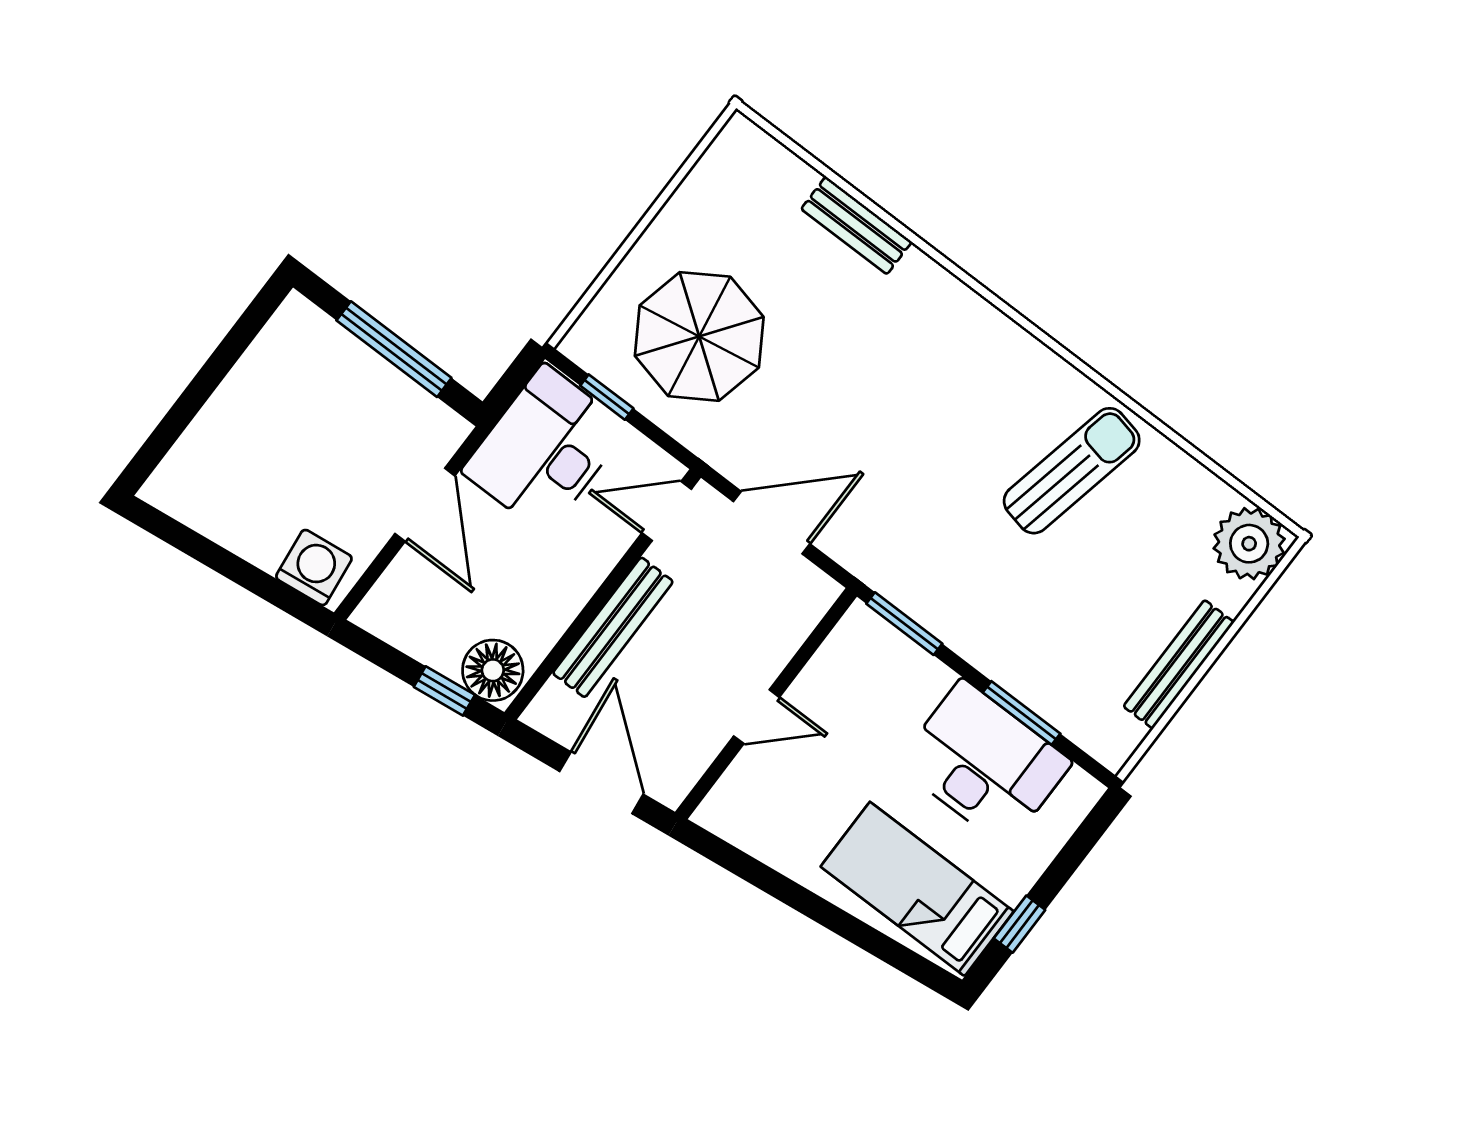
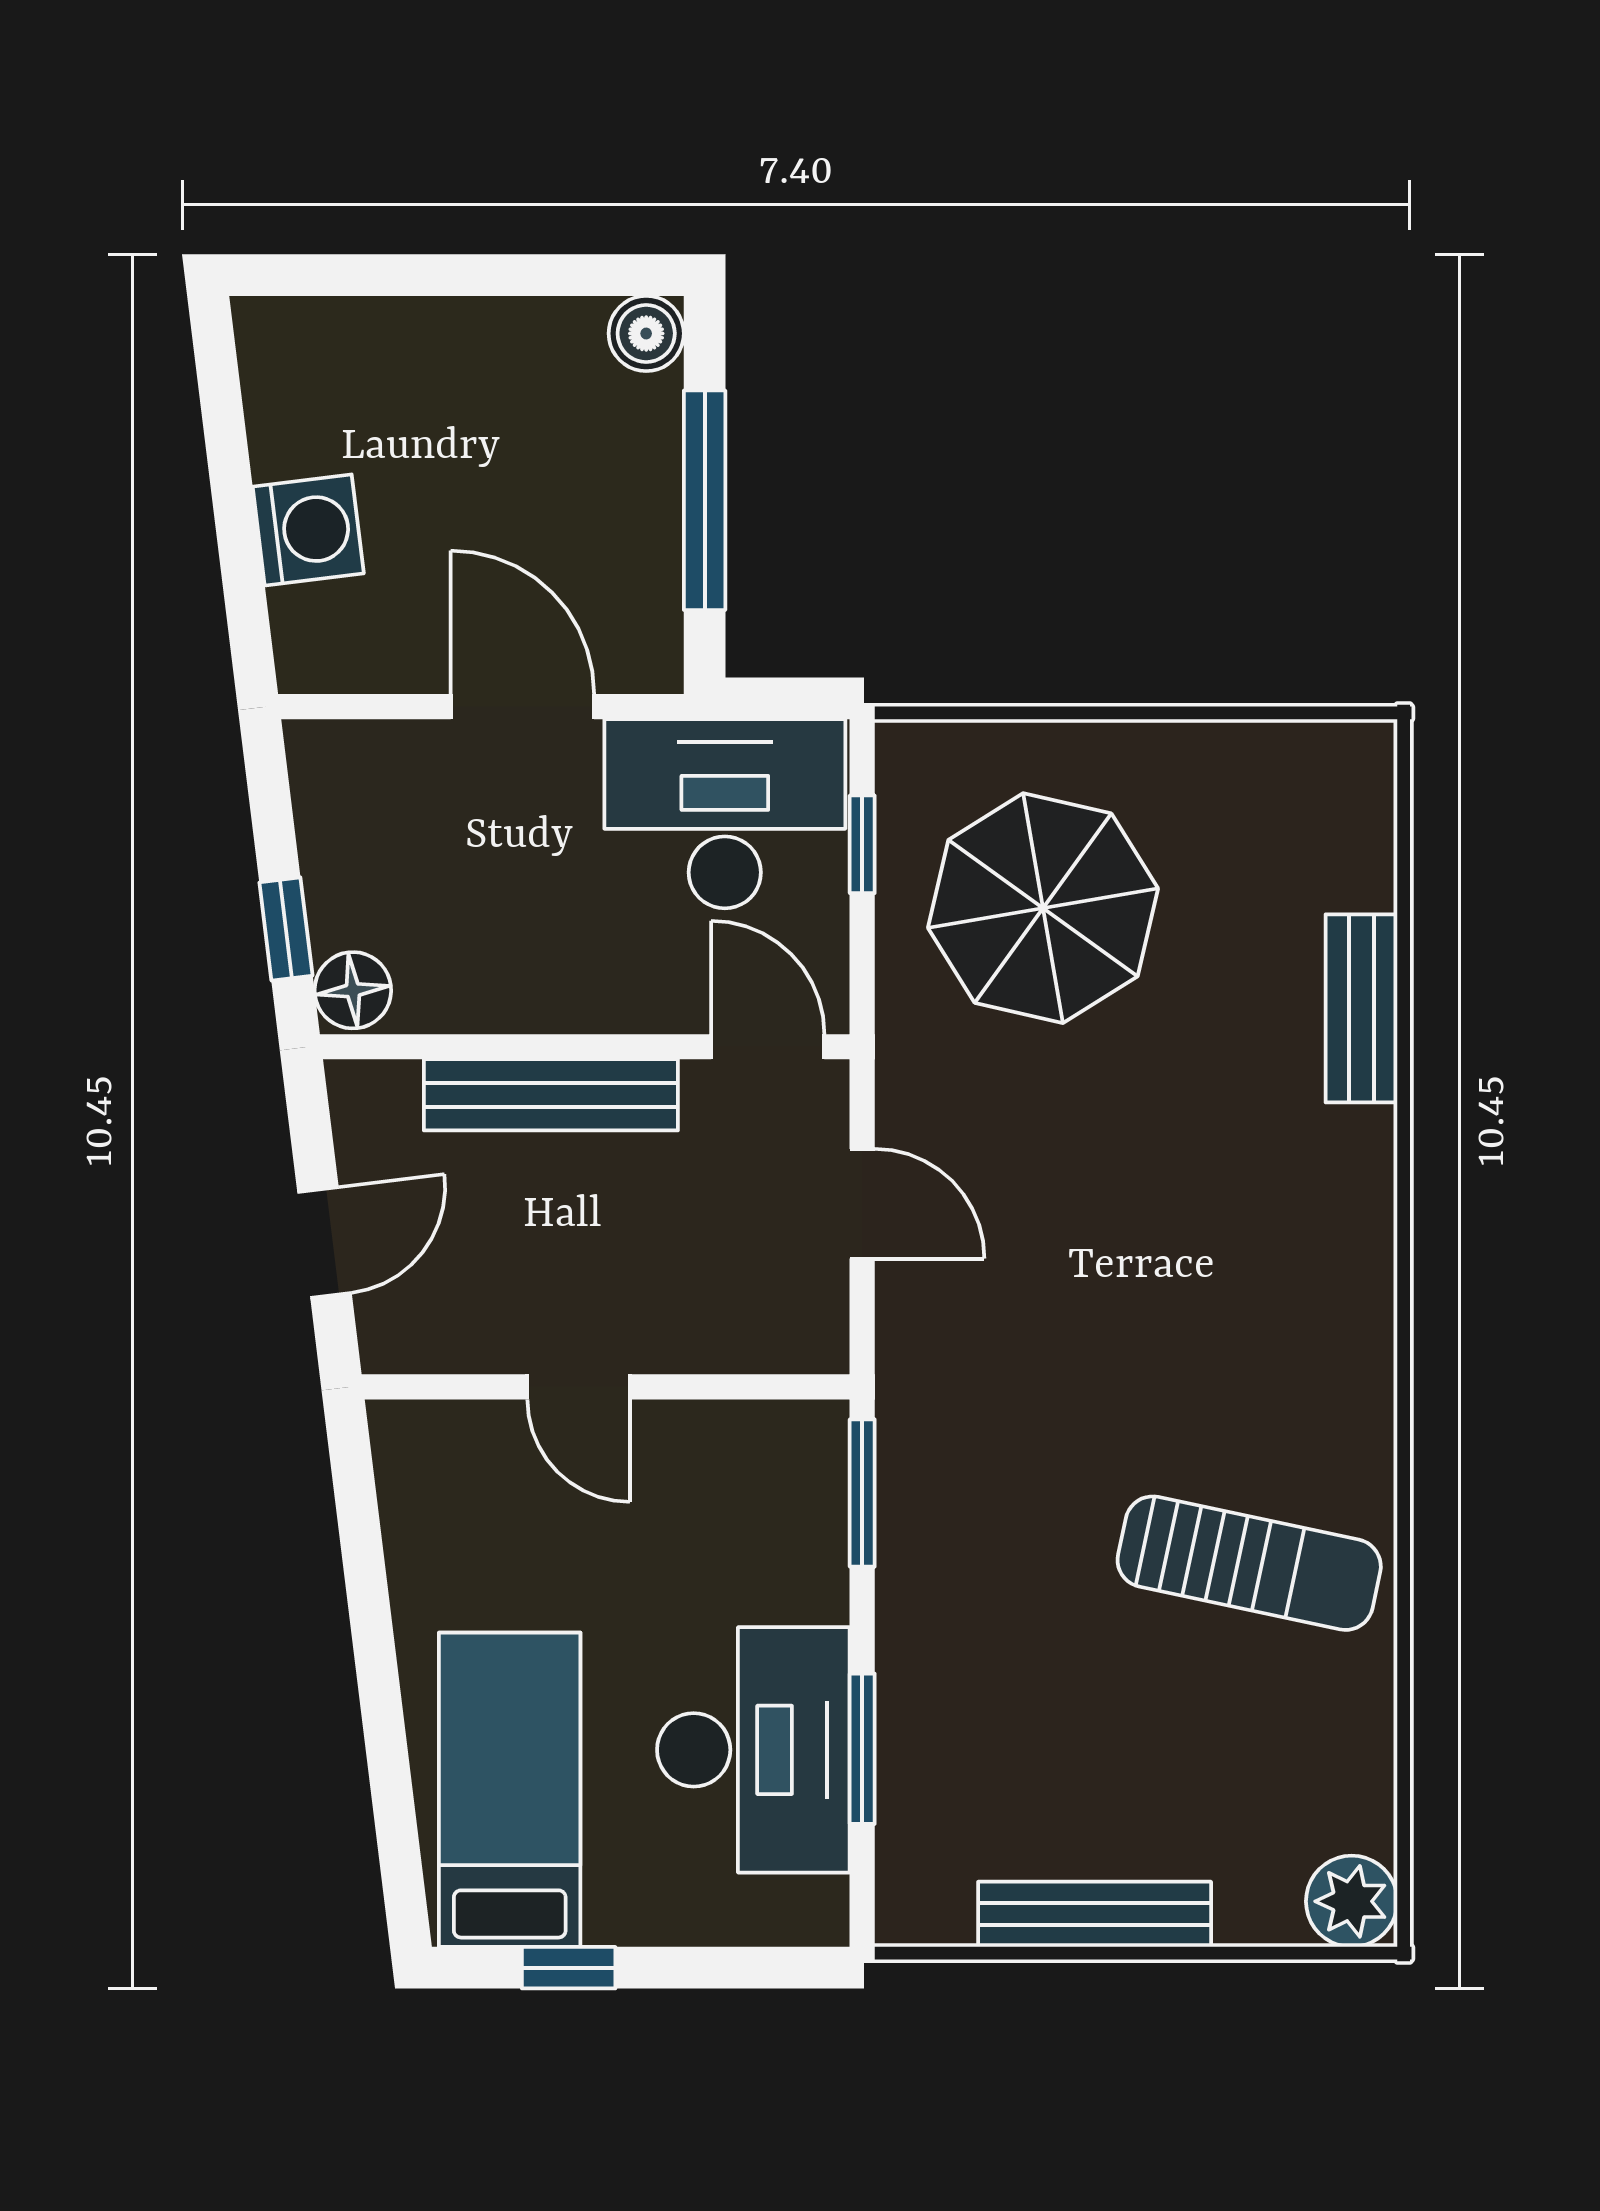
boiler: (297, 318) -> (646, 333), added
door: (425, 505) -> (522, 707), swing flipped
door: (772, 523) -> (862, 1204), width x0.73
plant: (1249, 544) -> (1352, 1901), width x0.73, depth x0.73
washing machine: (314, 568) -> (308, 530), moved
floor lamp: (493, 670) -> (353, 990), width x0.73, depth x0.73
door: (601, 783) -> (324, 1242), width x0.73

